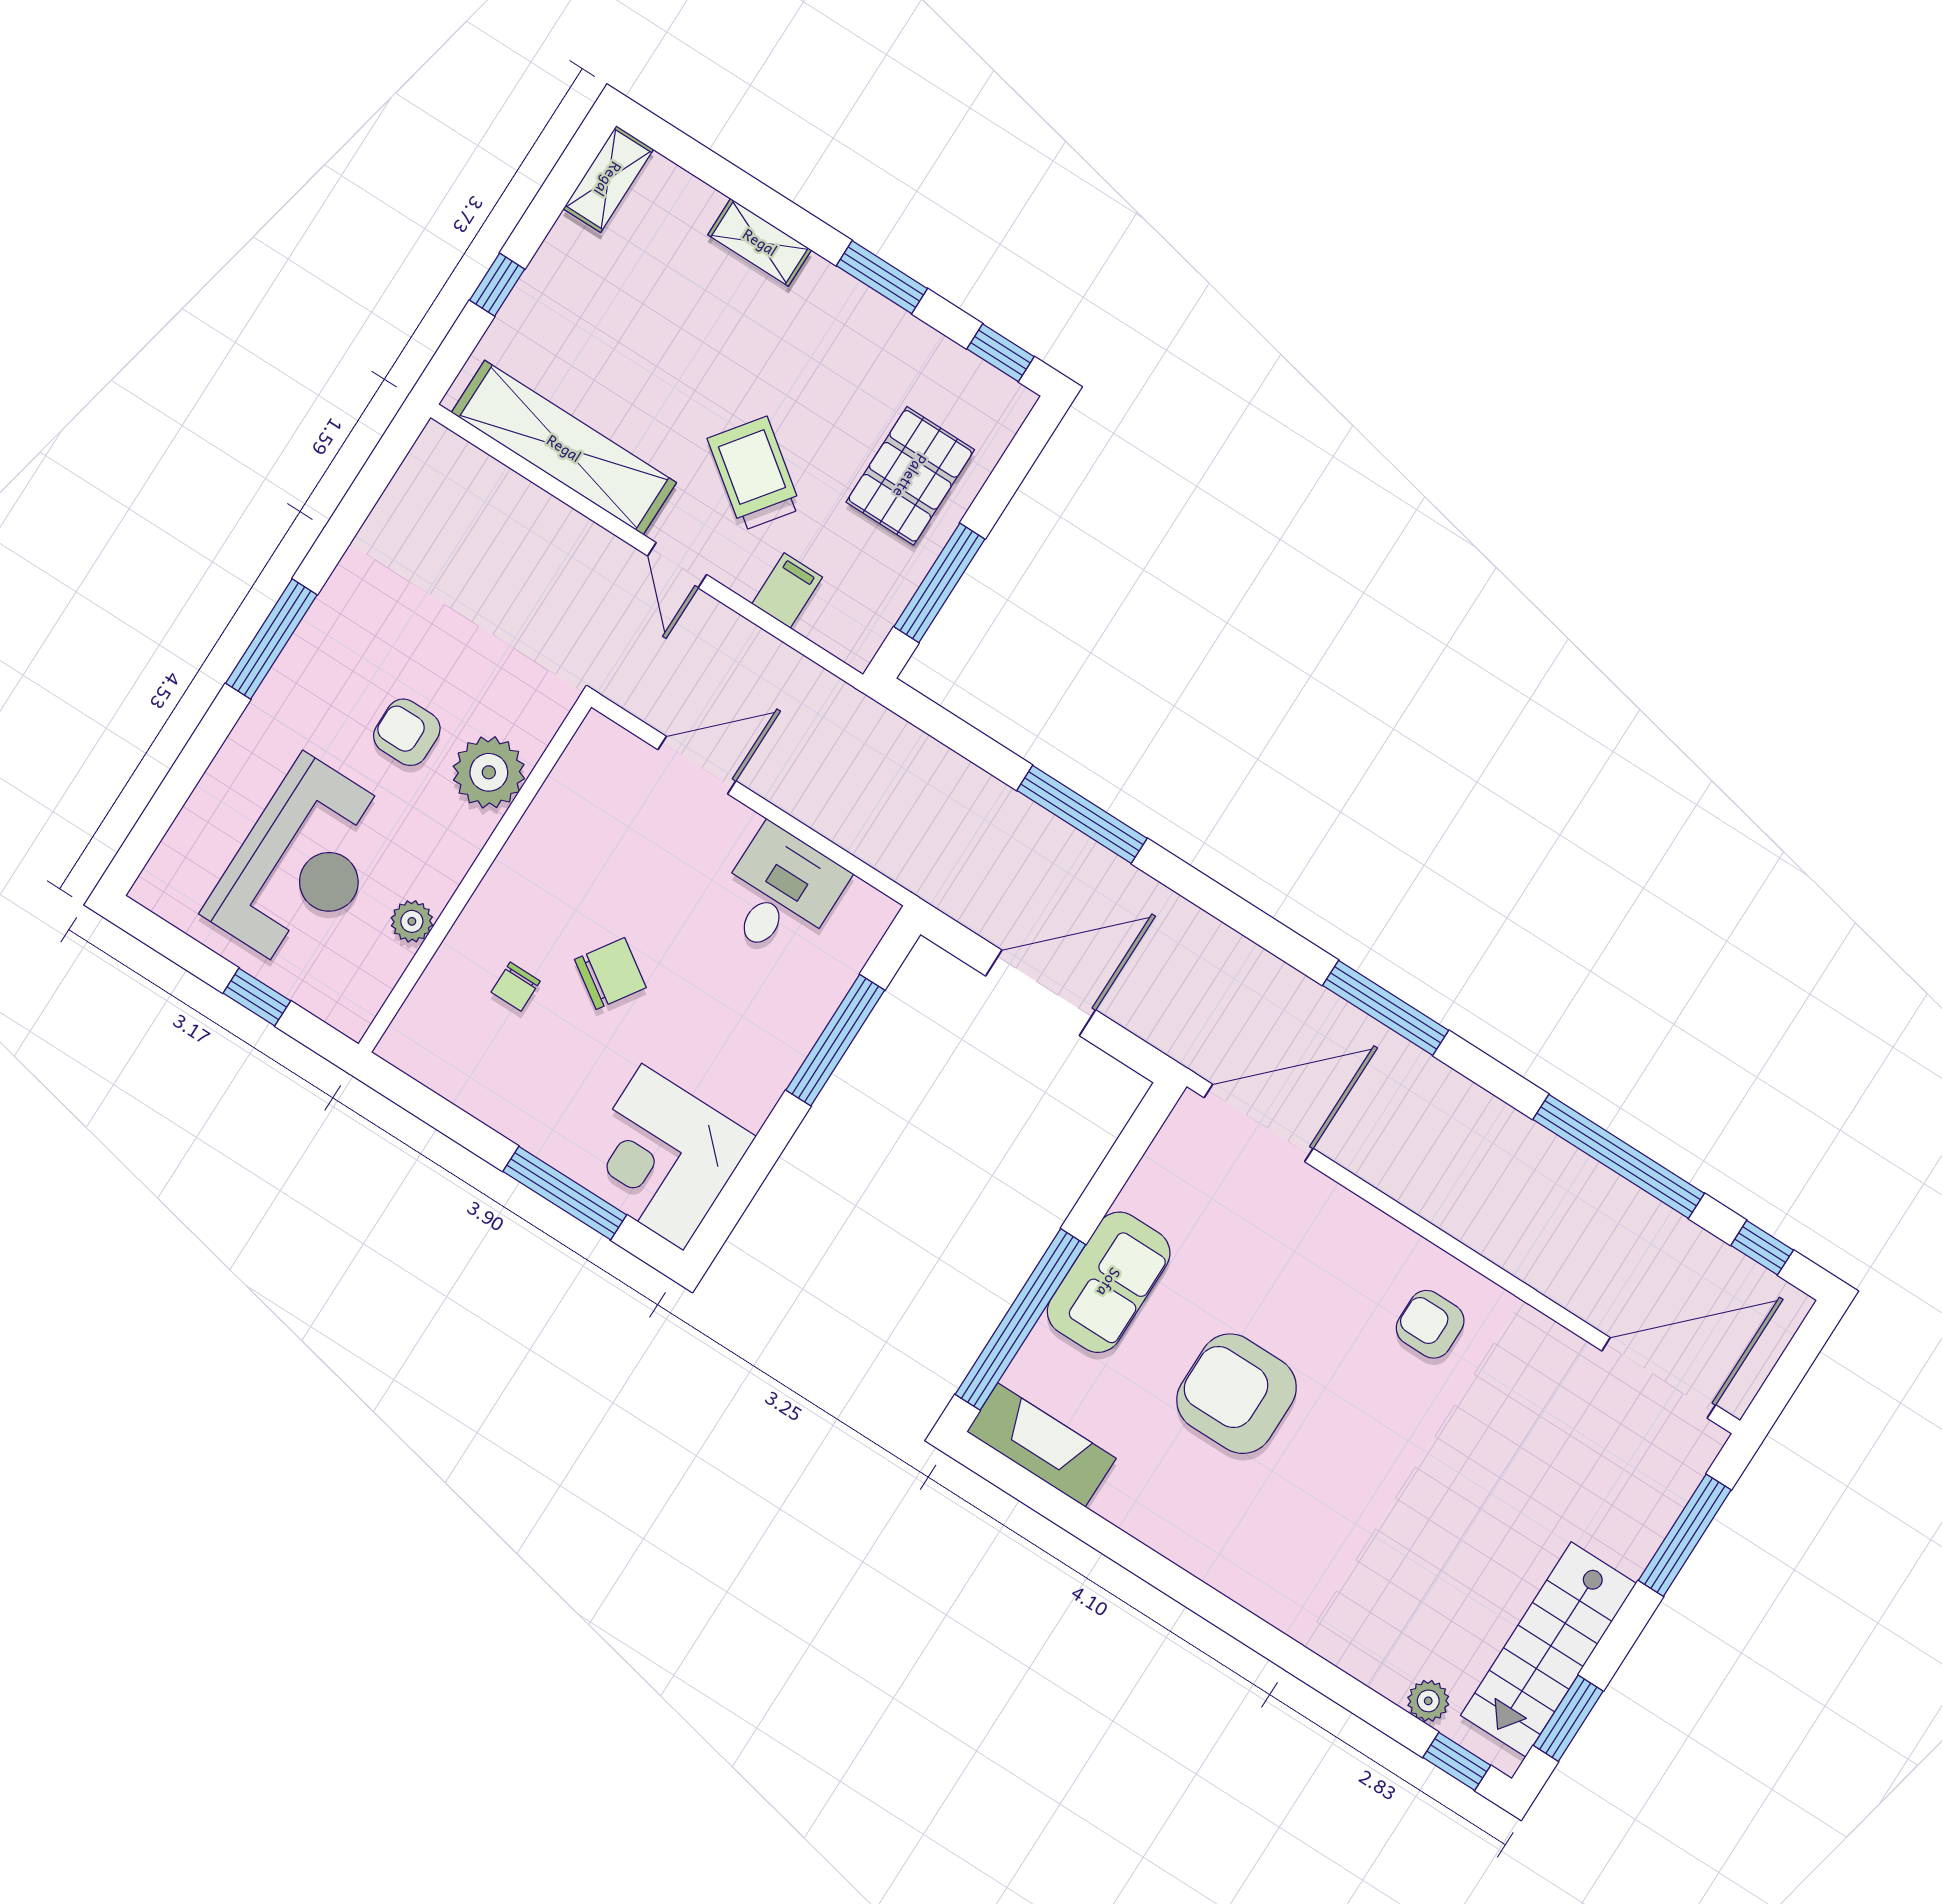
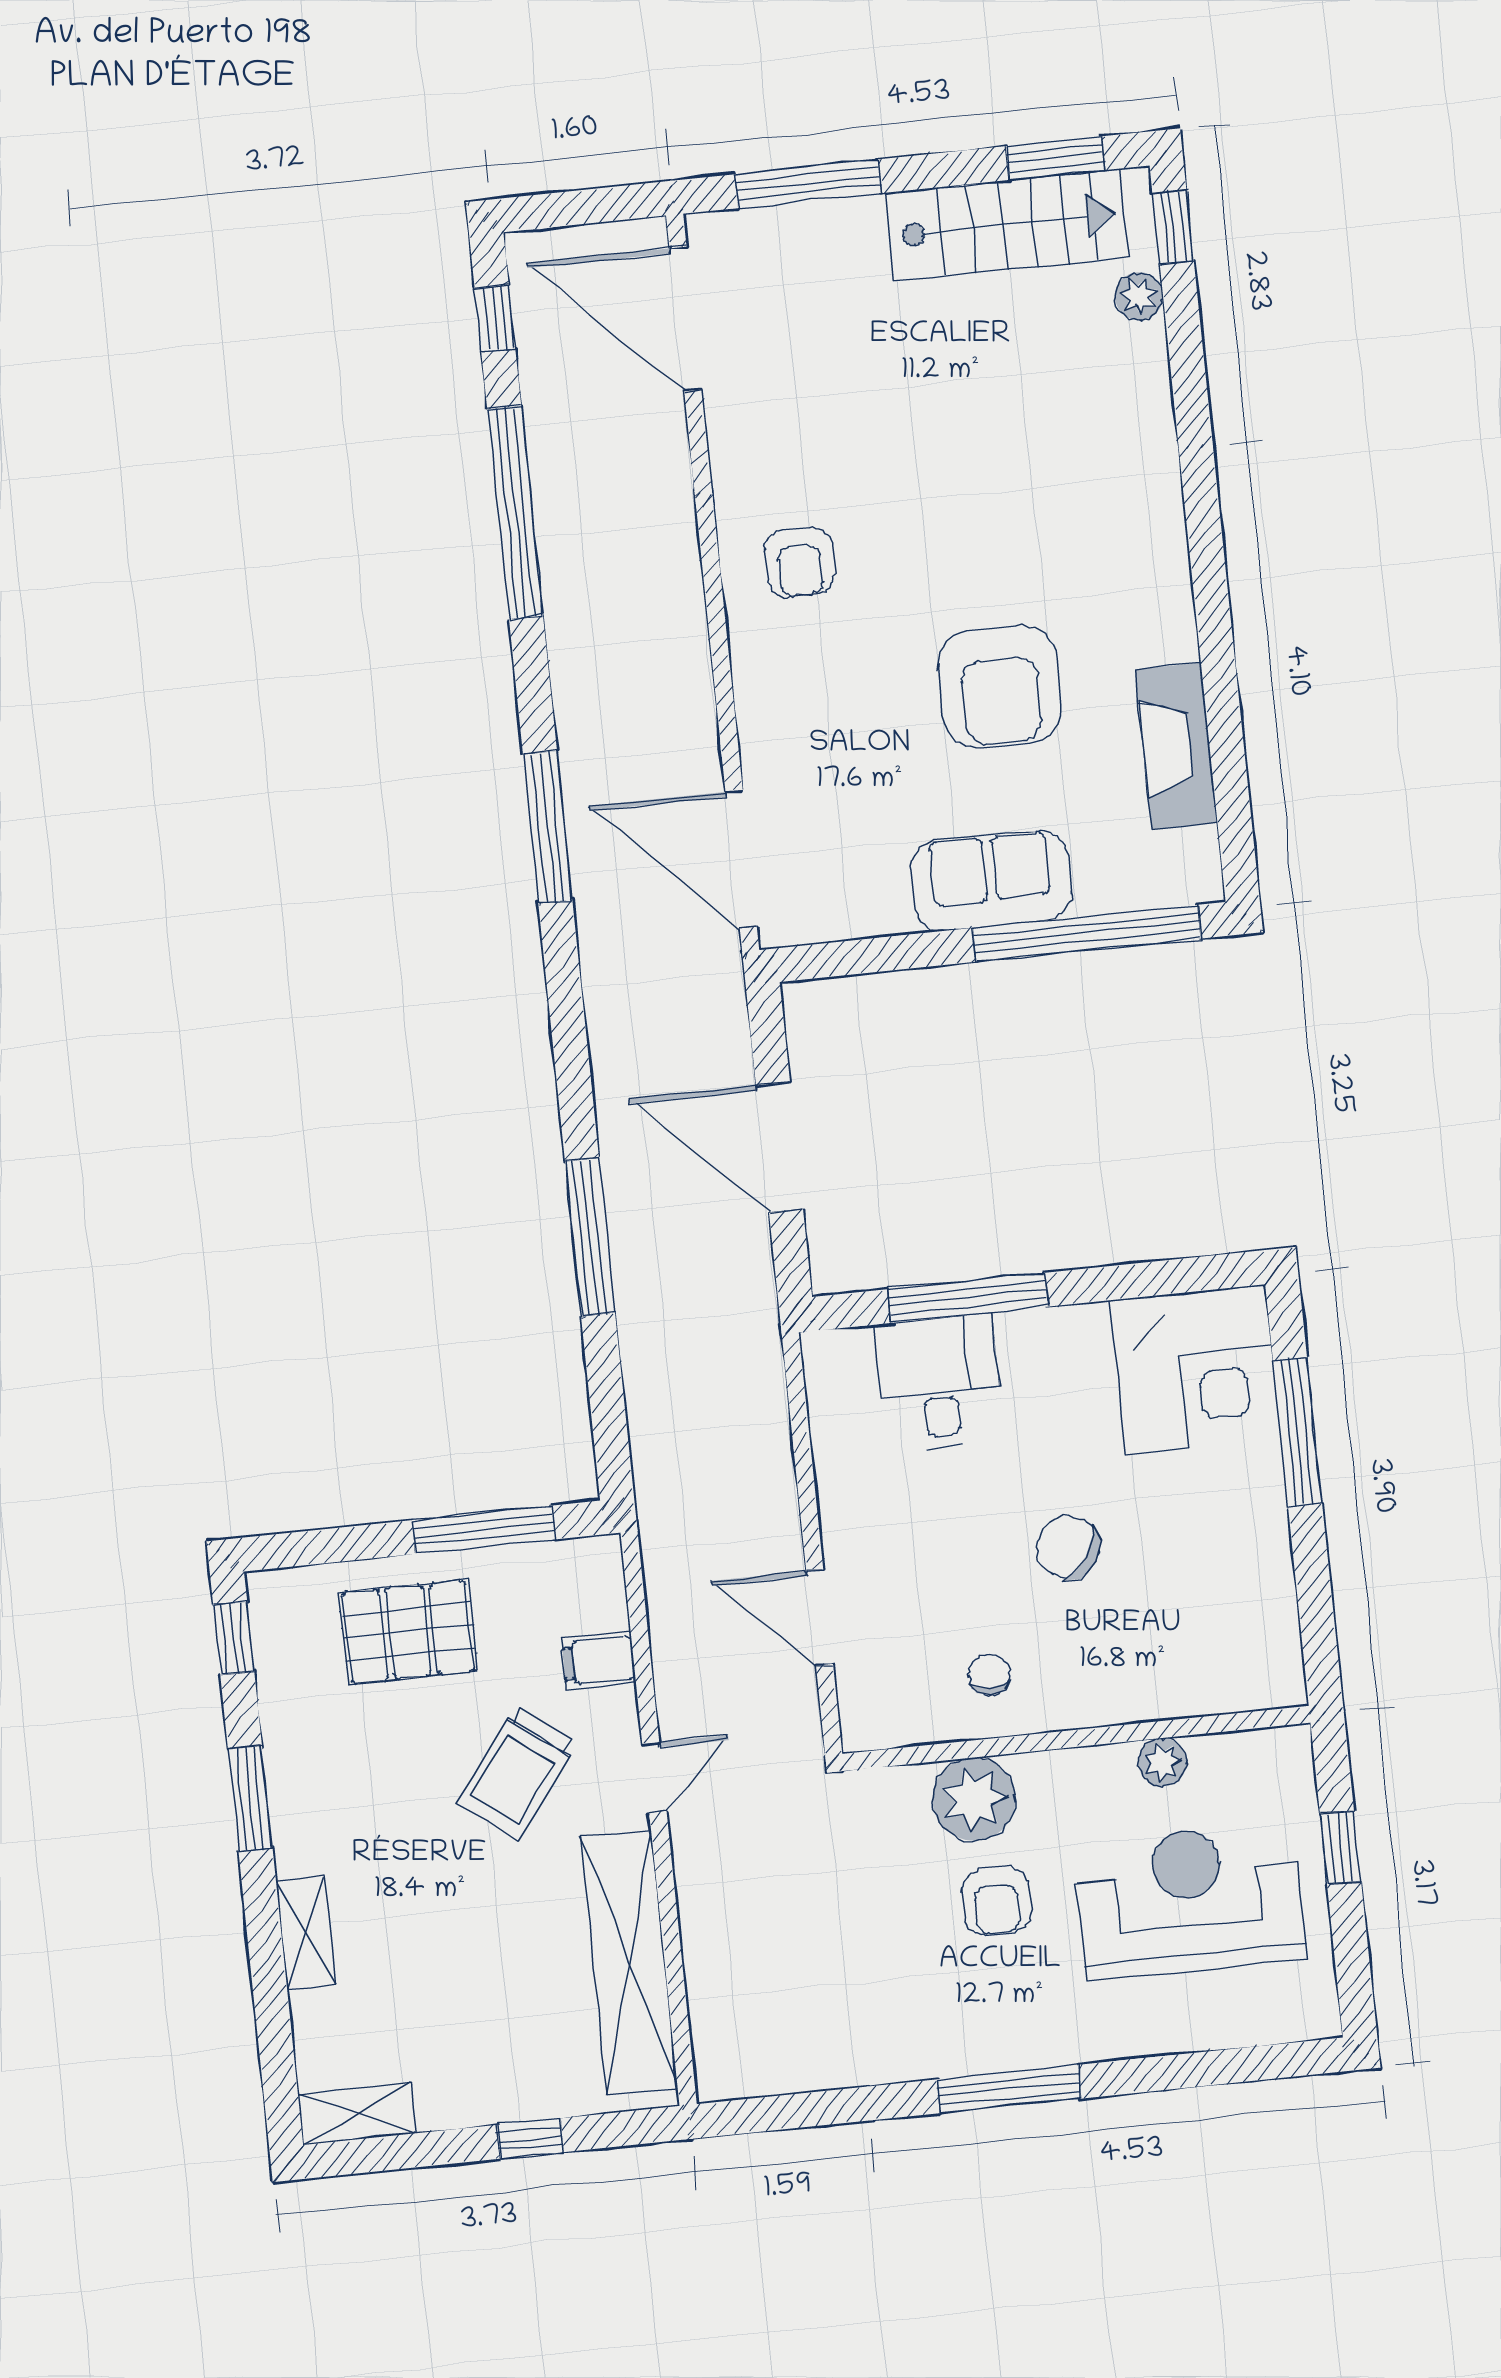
desk: (780, 893) -> (939, 1382), moved, turned 90
chair: (516, 987) -> (989, 1675), moved, turned -90
fireplace: (1041, 1445) -> (1176, 746), moved

